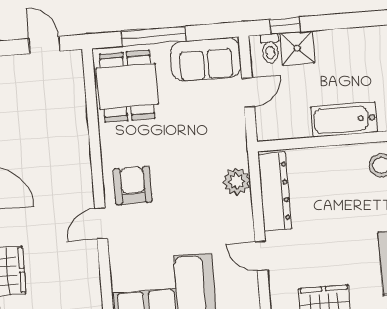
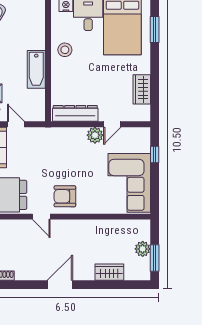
plant: (237, 181) -> (95, 135), moved
door: (101, 223) -> (41, 217), moved

